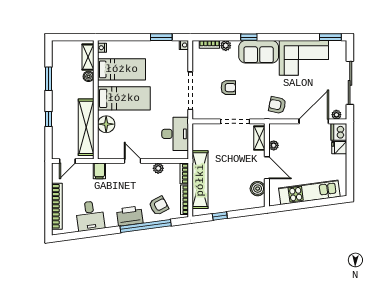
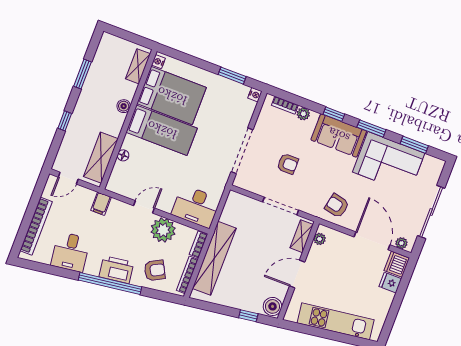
window: (281, 37) -> (371, 128), added
window: (330, 37) -> (414, 145), moved
bed: (122, 69) -> (172, 96), width x1.50
boiler: (89, 76) -> (124, 106), moved
door: (314, 121) -> (372, 241), hinge flipped
floor lamp: (106, 124) -> (123, 155), width x0.53, depth x0.53
shelving: (86, 127) -> (101, 158), width x0.68
desk: (175, 134) -> (196, 207), moved, turned 90
plant: (274, 145) -> (320, 239), moved
door: (133, 161) -> (144, 207), hinge flipped
plant: (158, 168) -> (163, 230), width x1.87, depth x1.87
door: (267, 168) -> (297, 274), swing flipped
boiler: (258, 189) -> (272, 306), moved
window: (220, 216) -> (248, 316), moved
window: (146, 226) -> (110, 283), moved

